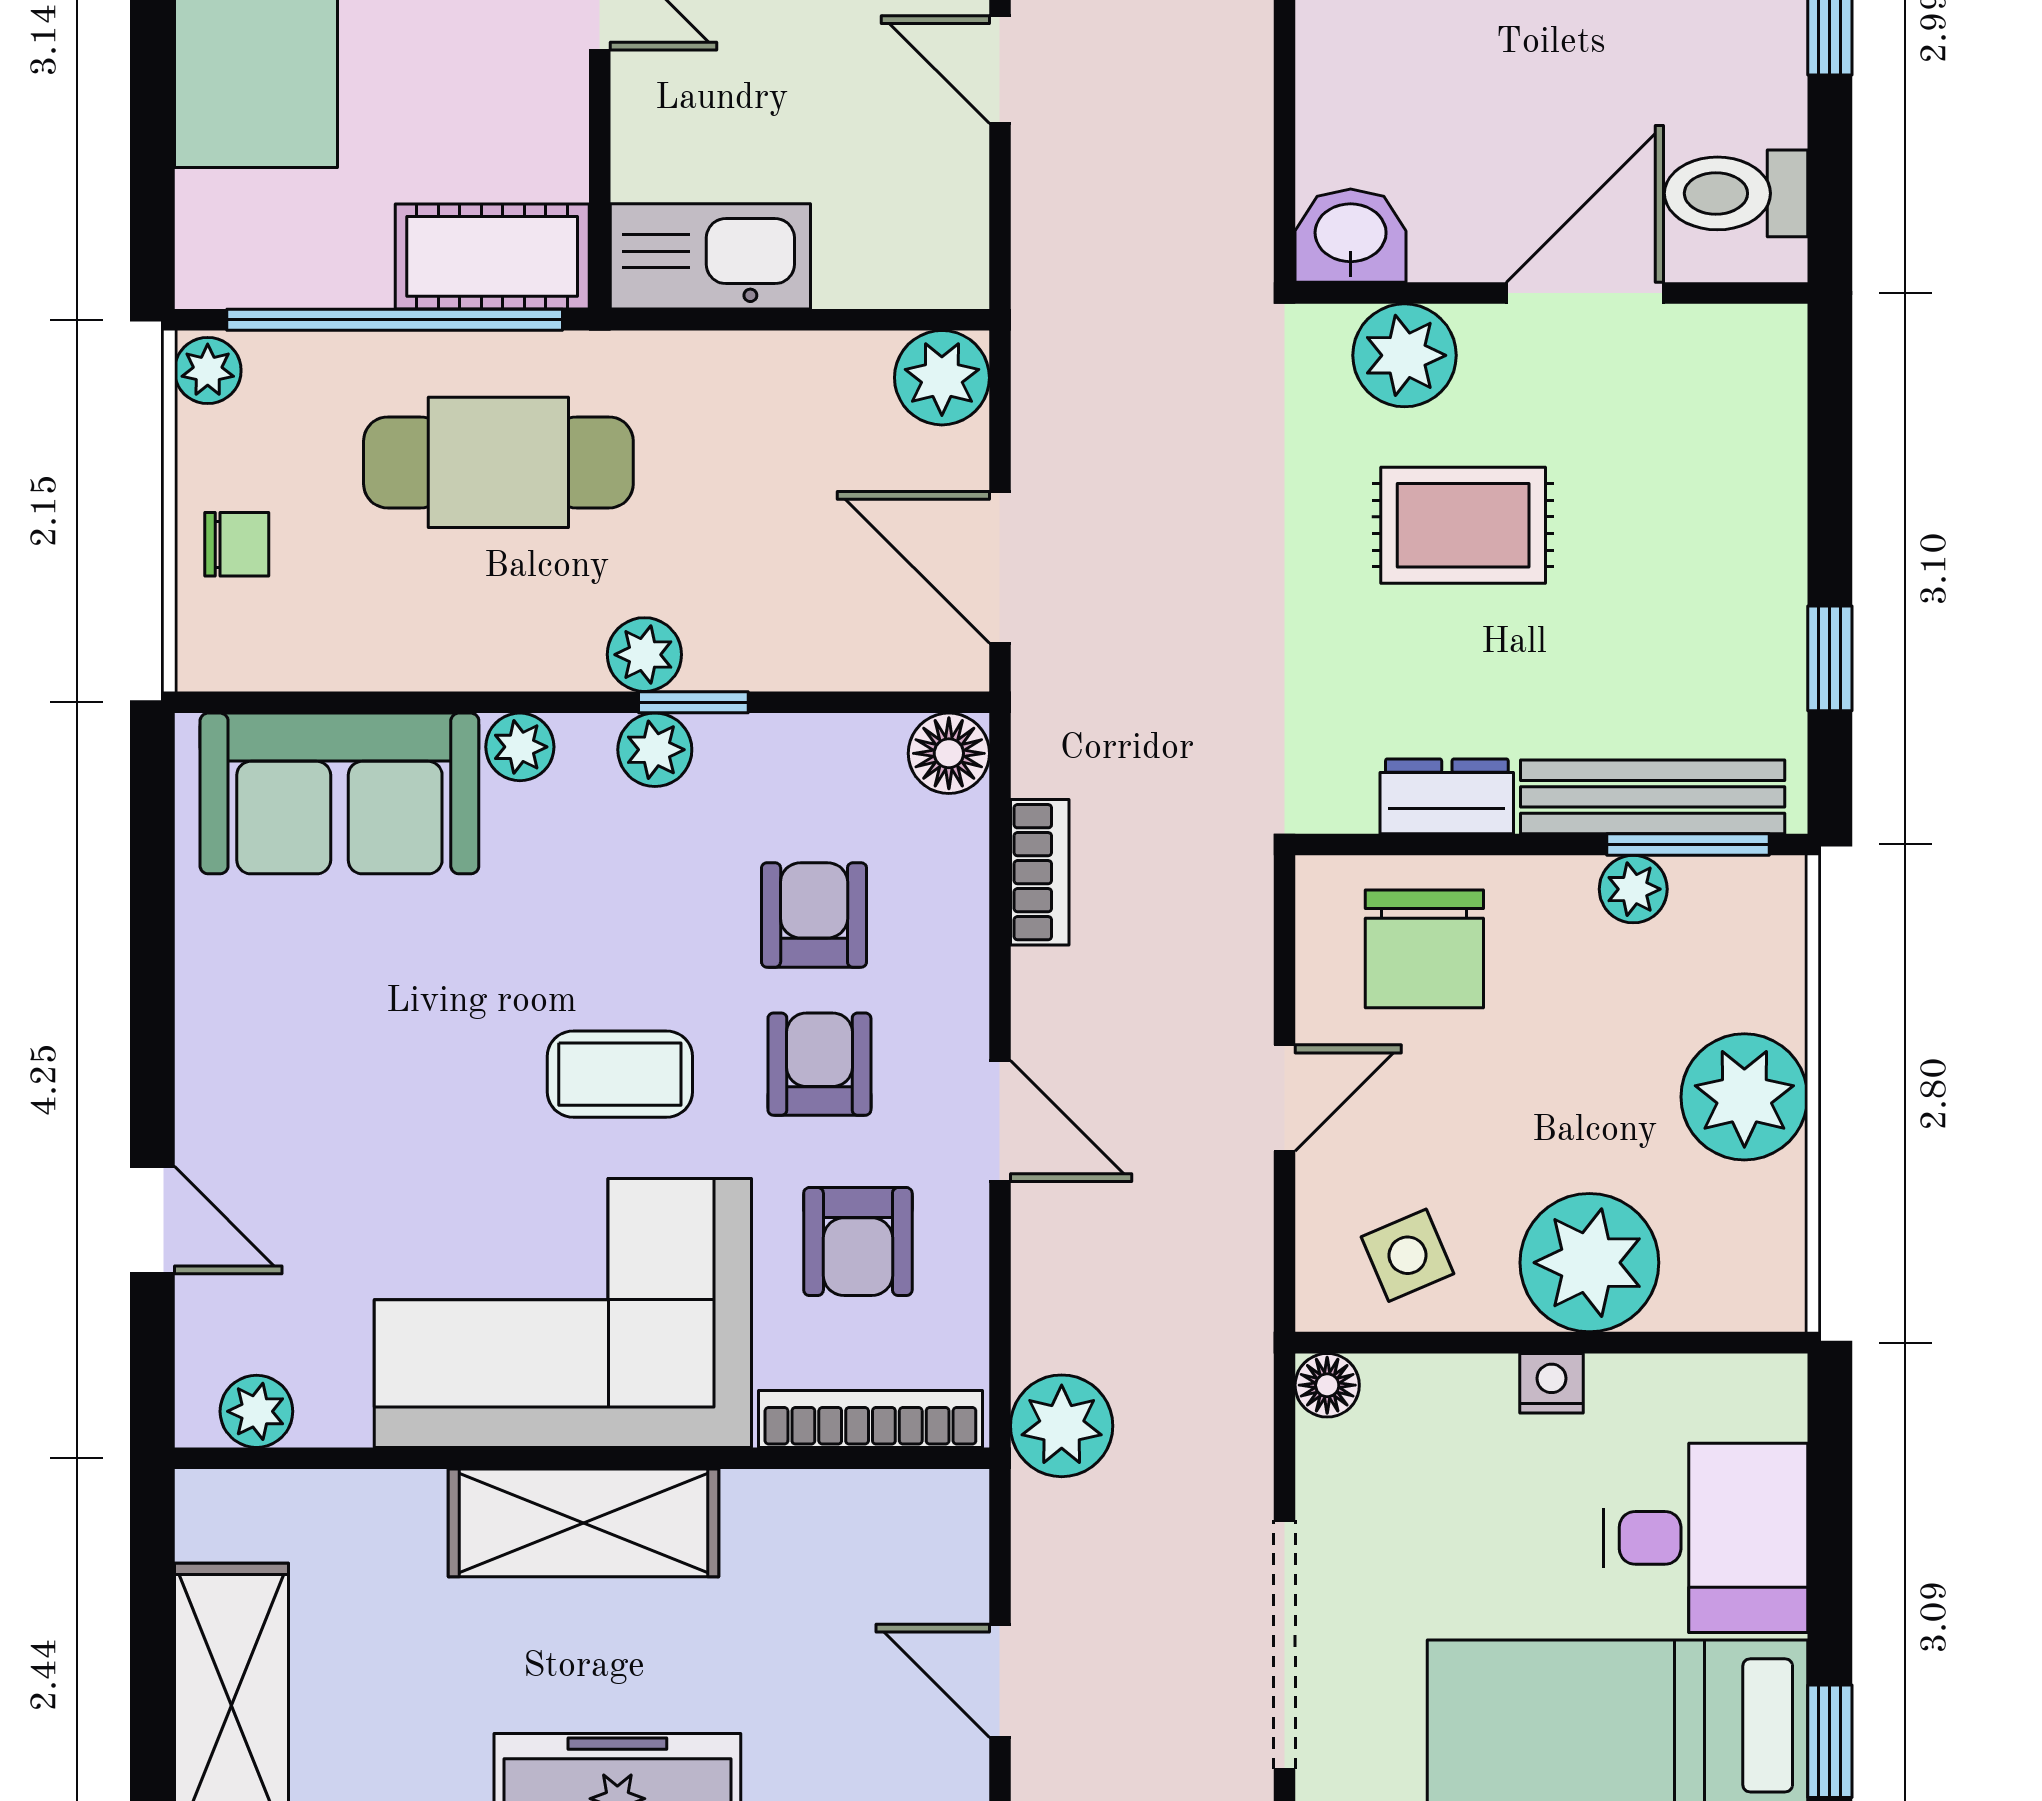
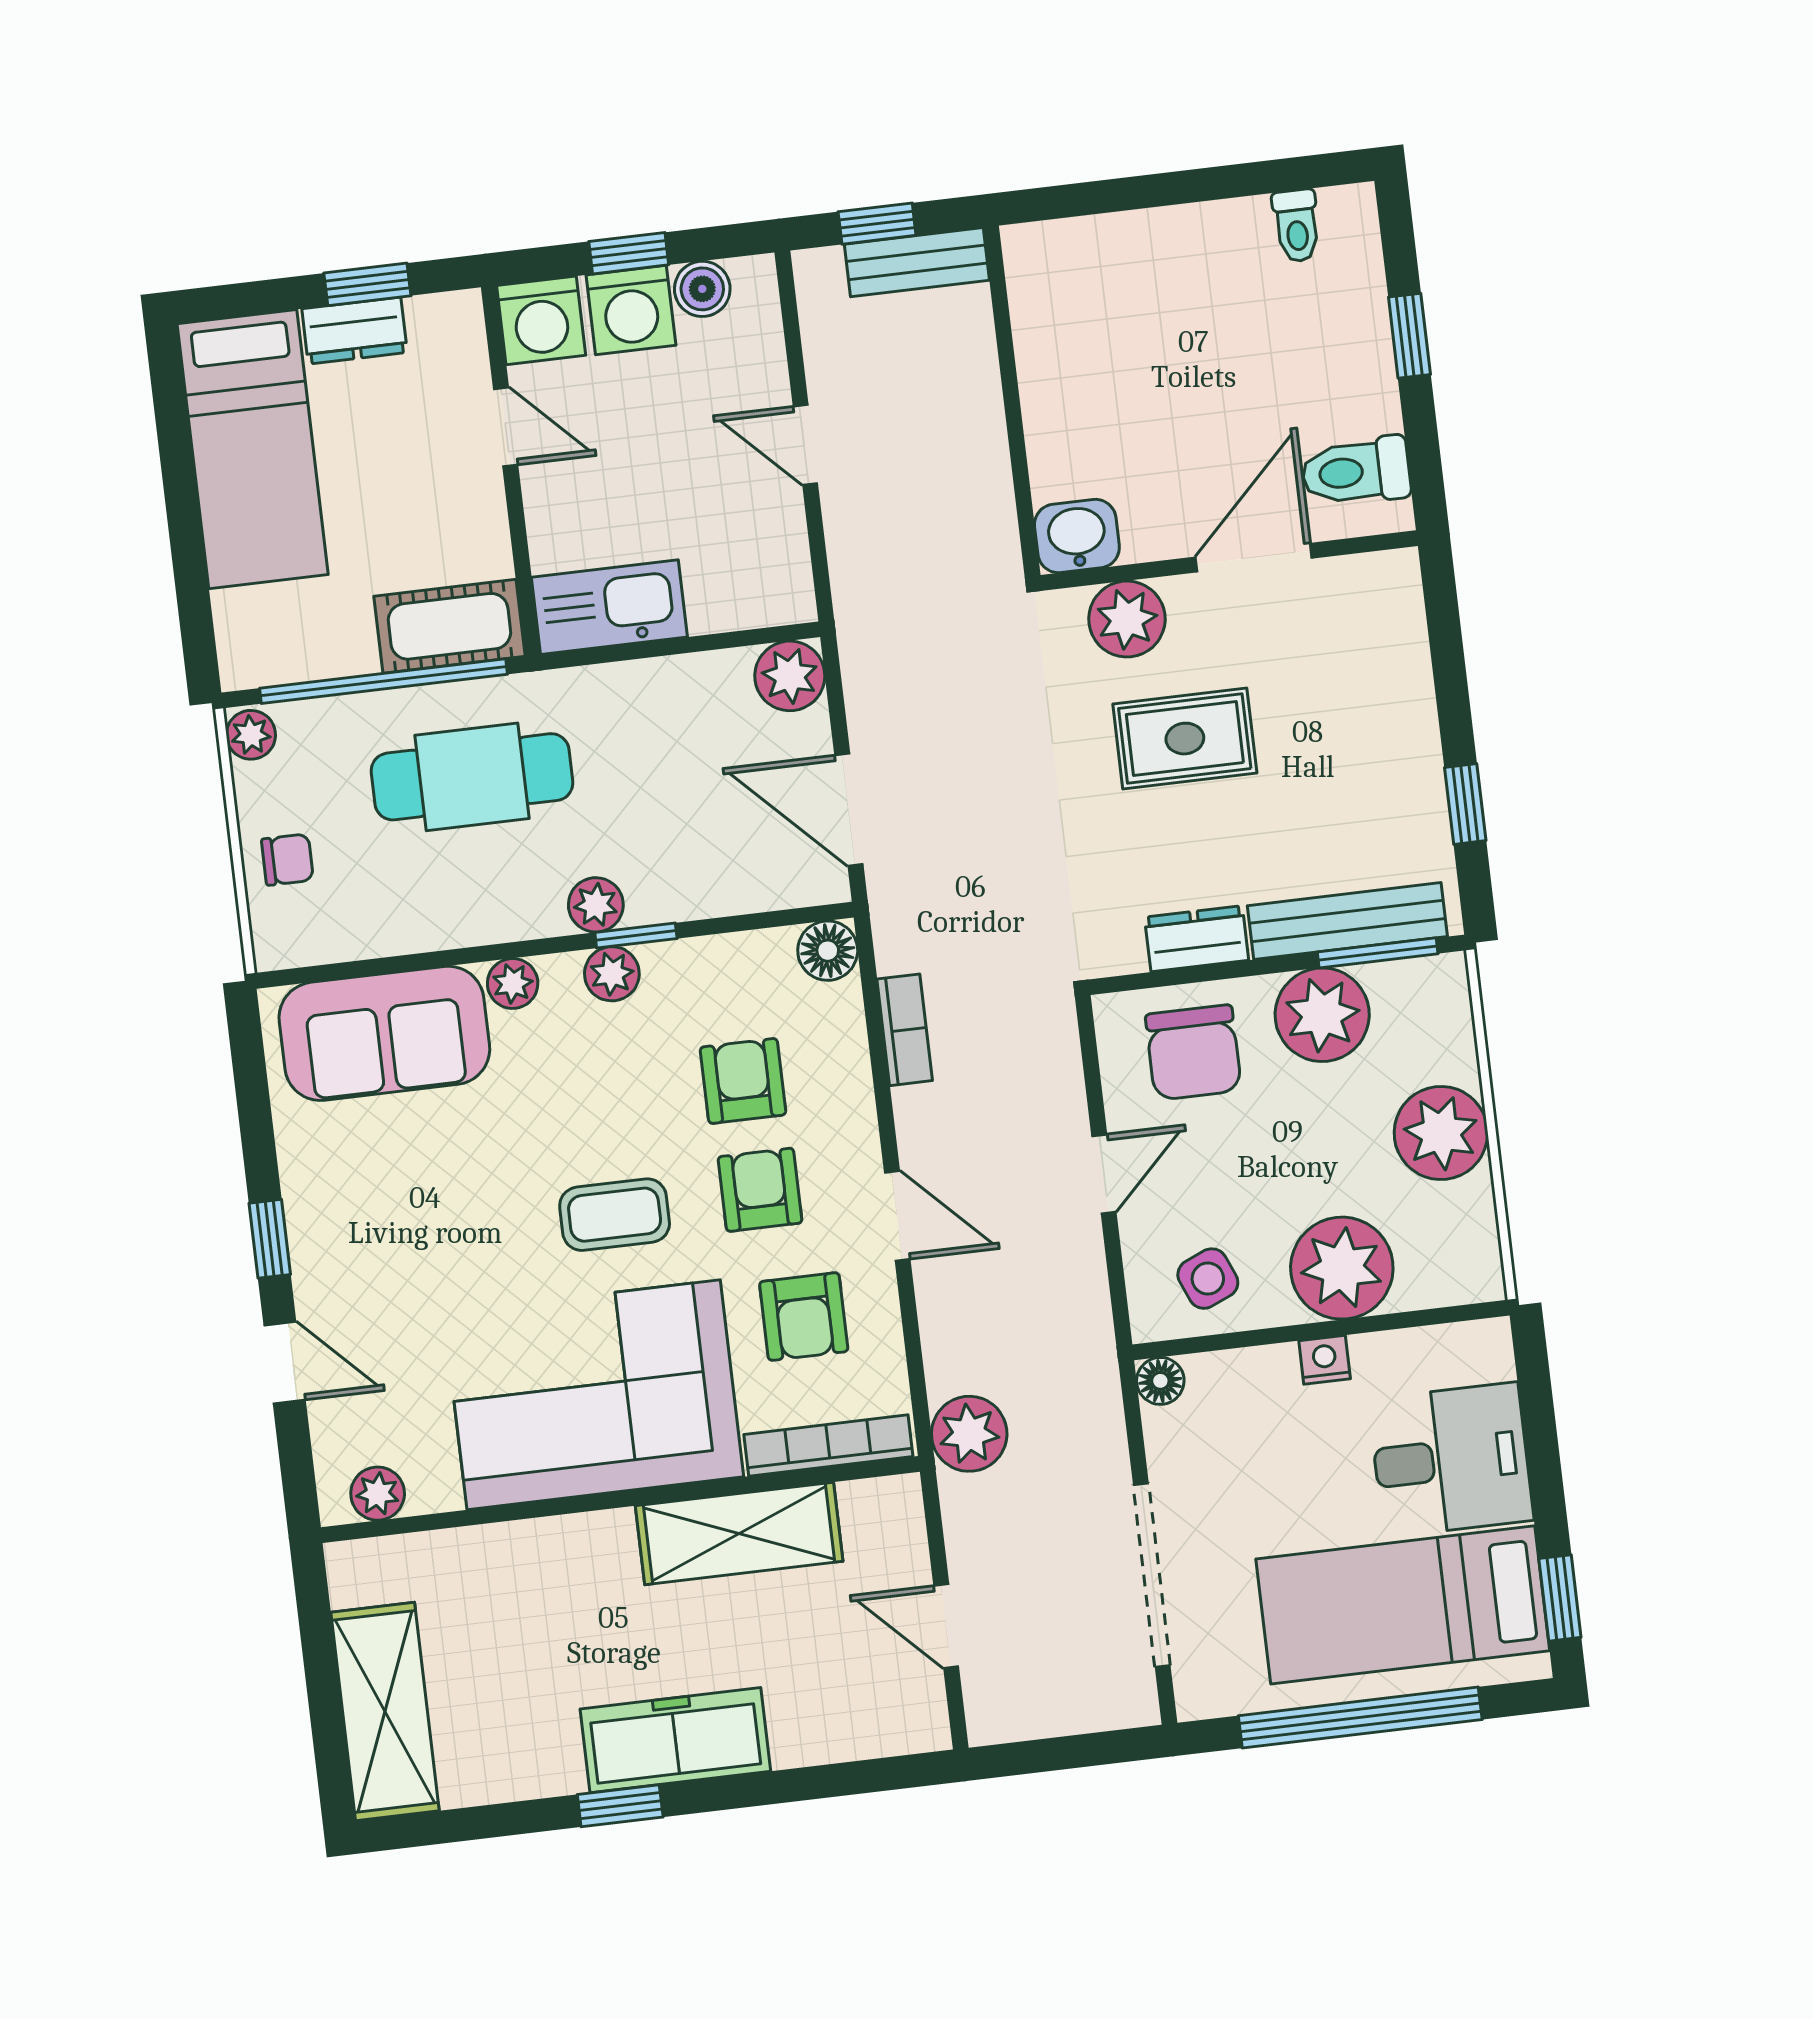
plant: (1633, 889) -> (1322, 1015), width x1.87, depth x1.87
window: (152, 1051) -> (270, 1239), added
shelving: (583, 1523) -> (739, 1533), moved

